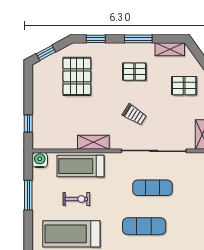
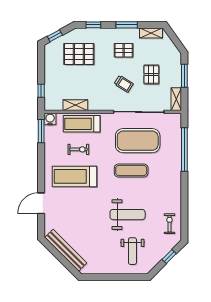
pallet: (77, 76) -> (79, 54), turned 90
pallet: (184, 86) -> (151, 75), moved, turned 90
shelving: (93, 142) -> (75, 105), moved
exercise mat: (153, 188) -> (138, 141), width x2.00, depth x1.45
window: (28, 195) -> (41, 131), moved

